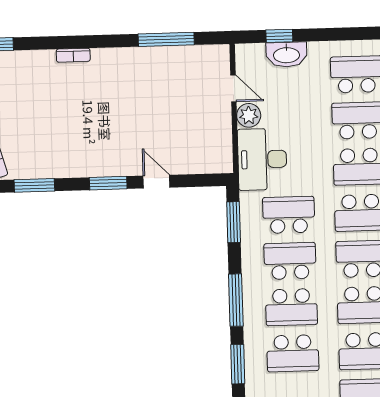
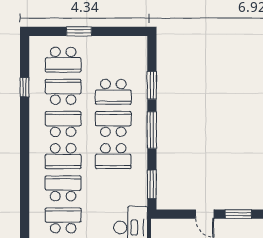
school desk: (289, 215) -> (113, 188), removed
school desk: (293, 353) -> (113, 92), turned 180

